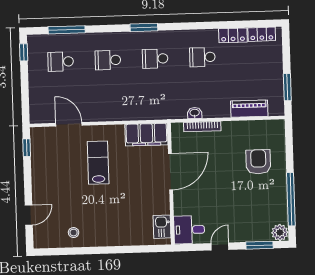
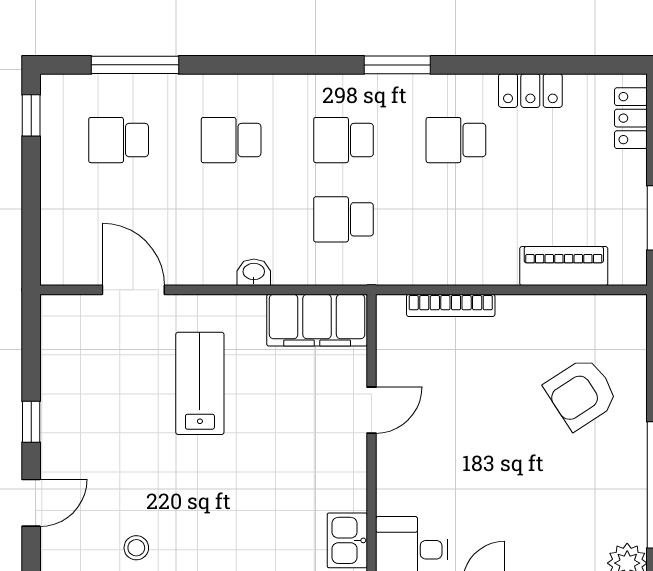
window: (144, 27) -> (397, 65), moved
locker: (262, 34) -> (631, 118), moved, turned 90
school desk: (156, 92) -> (344, 219), added
washbasin: (195, 113) -> (254, 272), moved
window: (27, 148) -> (31, 422), moved
armchair: (258, 162) -> (581, 393), turned -123
door: (170, 172) -> (371, 410), width x0.53

